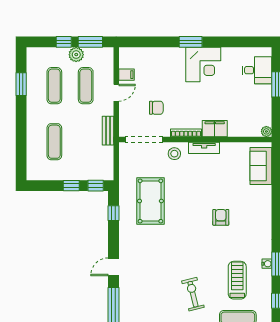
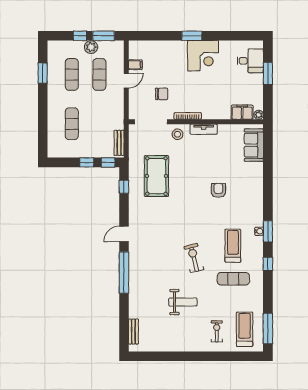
filing cabinet: (215, 129) -> (242, 112), moved
bench: (108, 131) -> (119, 143), moved

